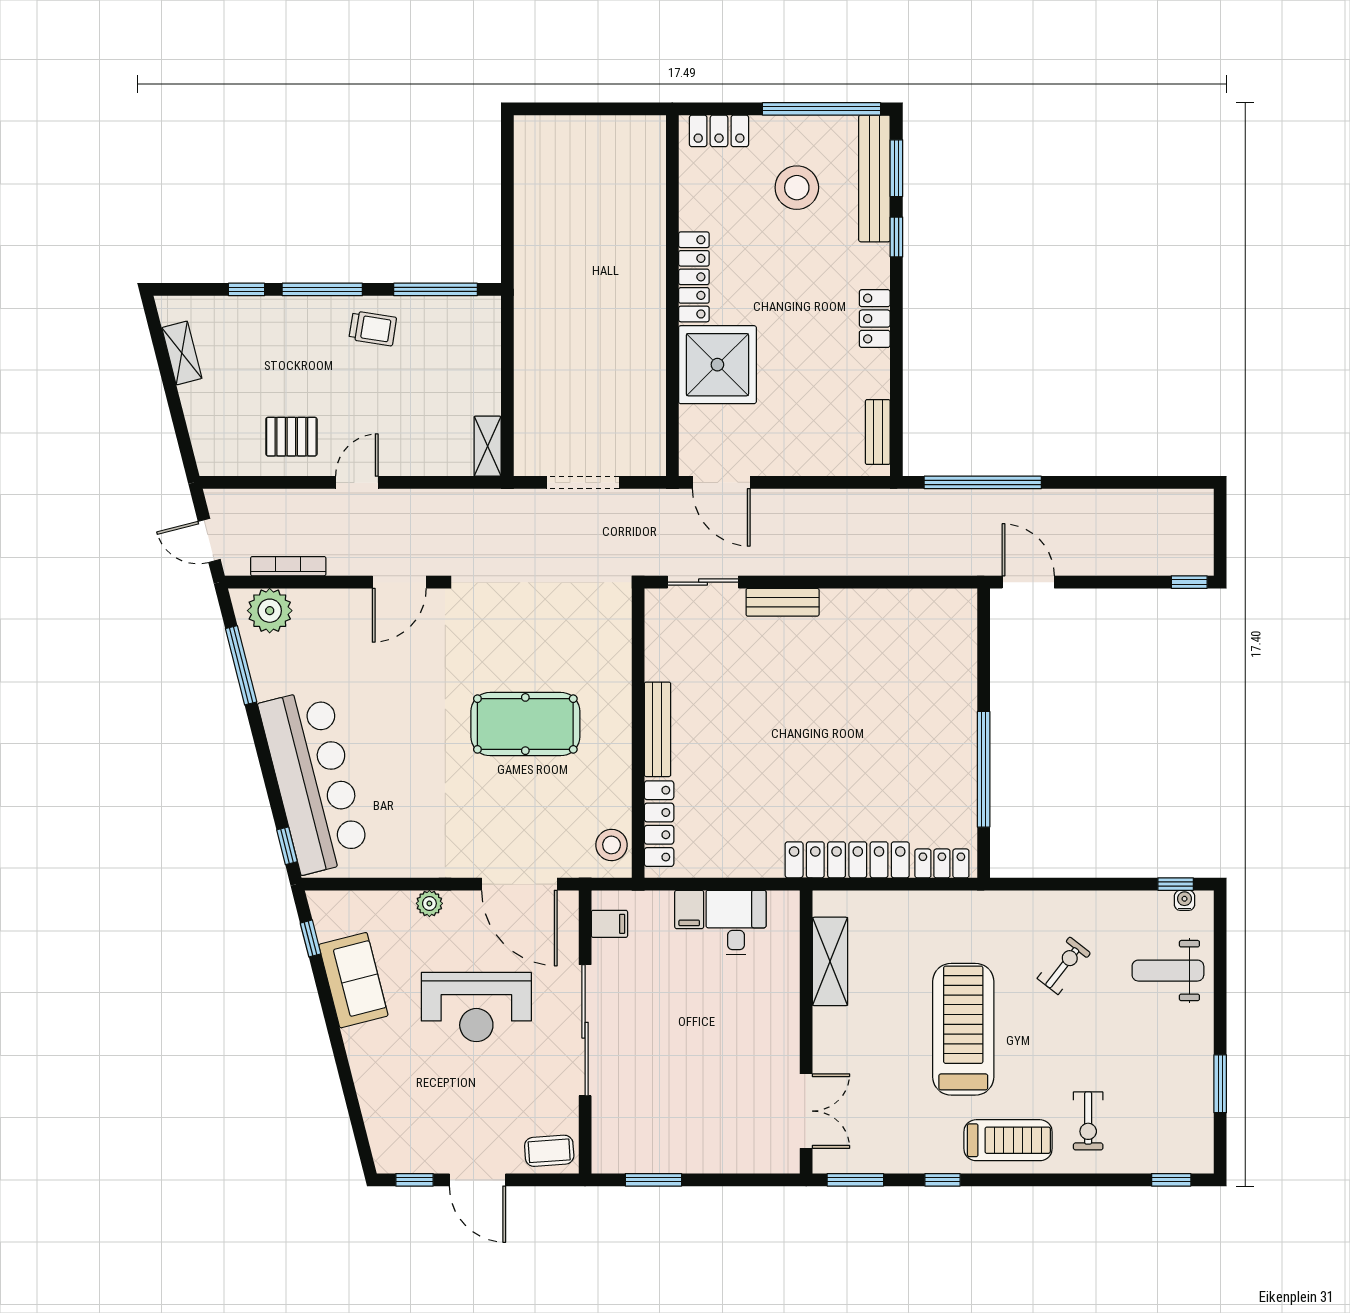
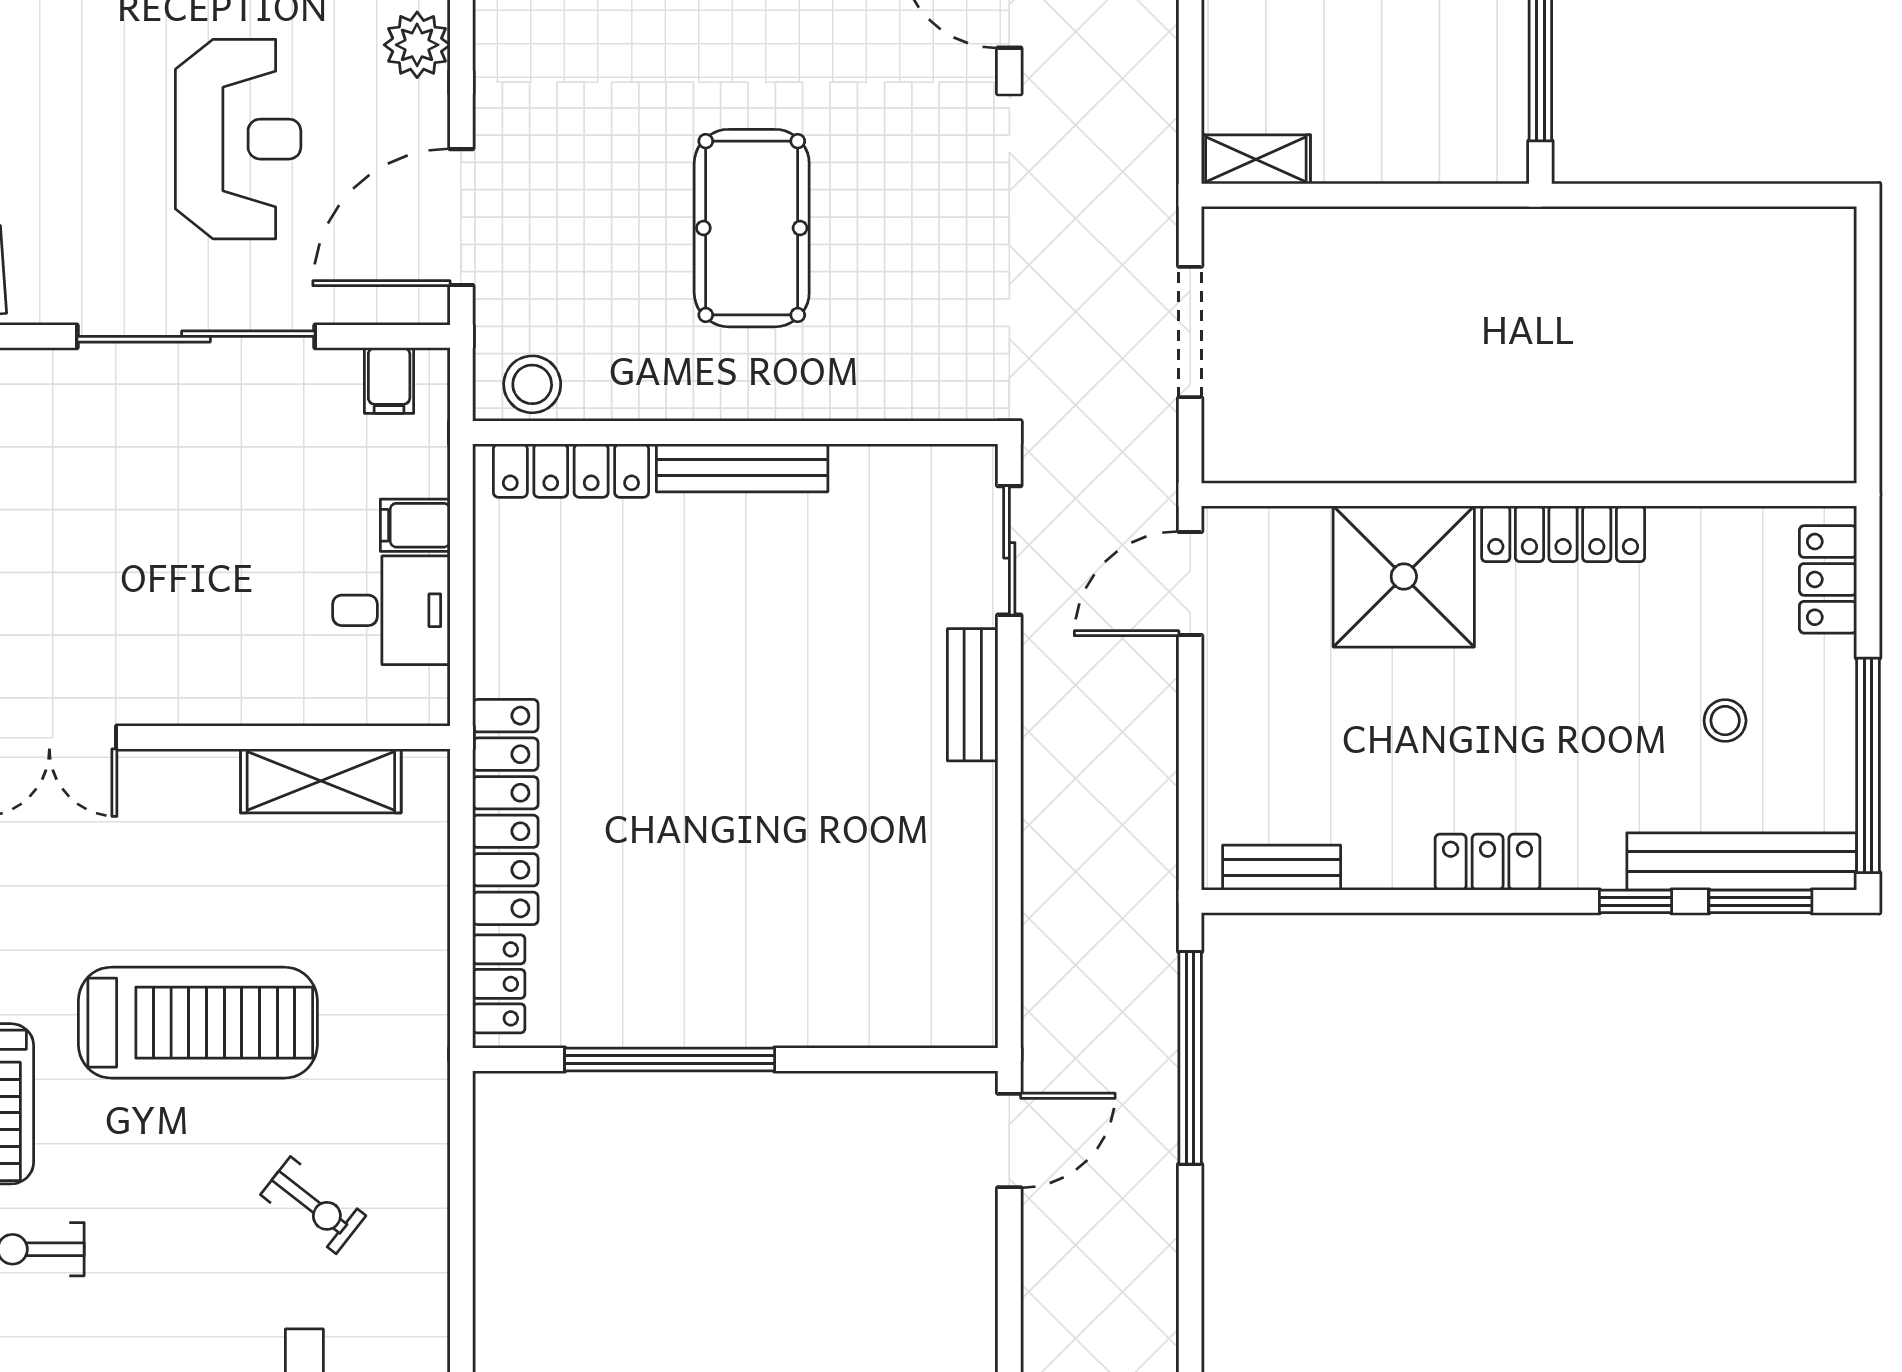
stool: (797, 188) -> (1725, 721), width x0.53, depth x0.53
plant: (429, 903) -> (417, 45), width x1.38, depth x1.38
reception desk: (476, 1007) -> (238, 139), turned 180

